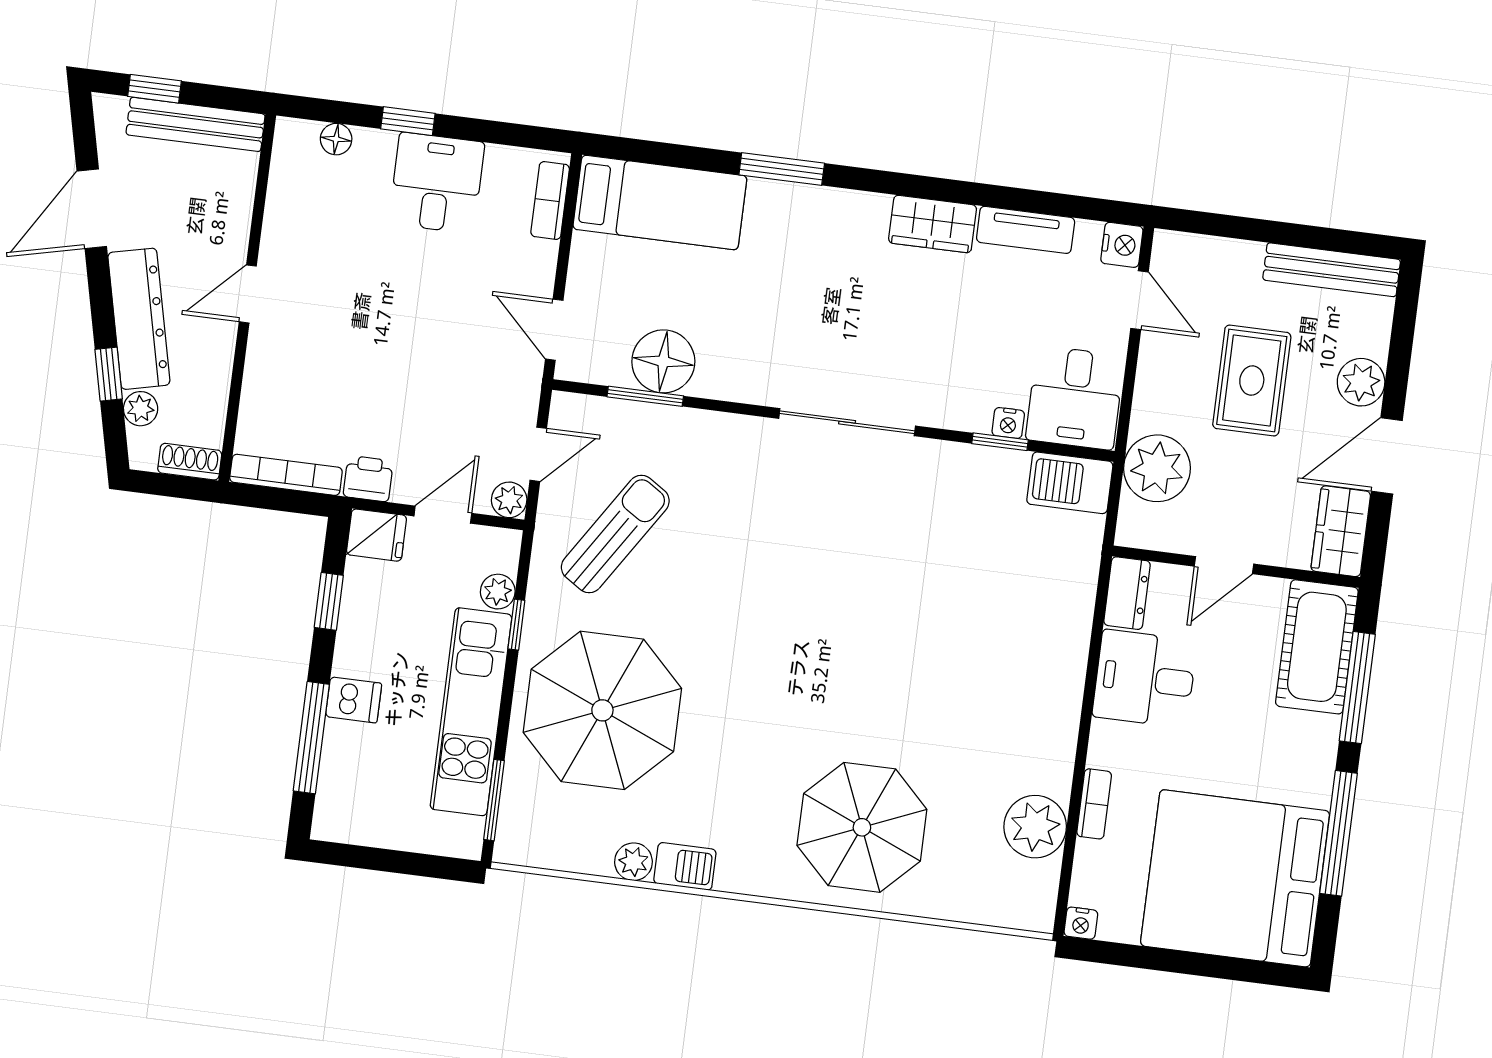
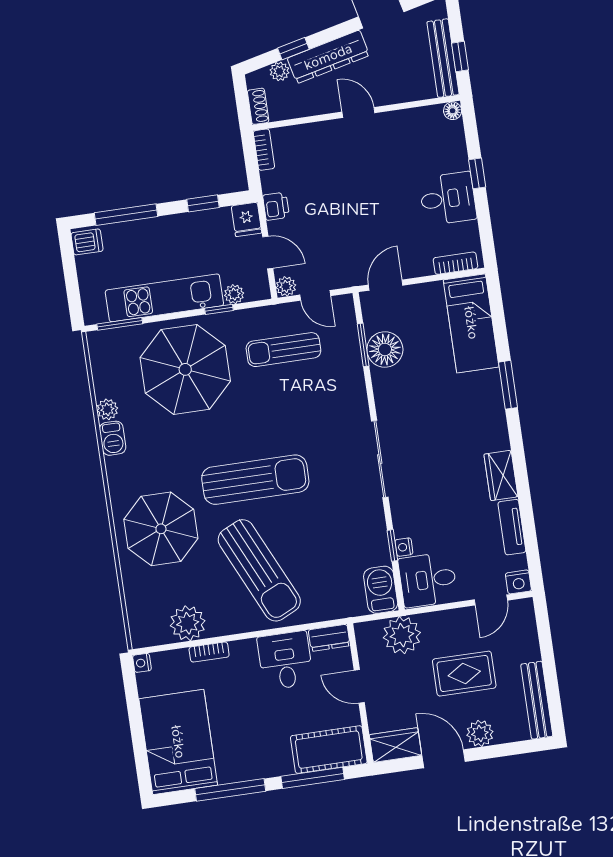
window: (154, 89) -> (460, 57), moved
floor lamp: (336, 139) -> (453, 111), moved
bookcase: (286, 475) -> (264, 150), width x0.64
sun lounger: (615, 534) -> (283, 350), turned 147
sun lounger: (823, 643) -> (255, 480), added
sun lounger: (979, 680) -> (259, 570), added
dishwasher: (354, 700) -> (87, 242), moved, turned -90
bed: (1235, 878) -> (178, 742), width x0.73

